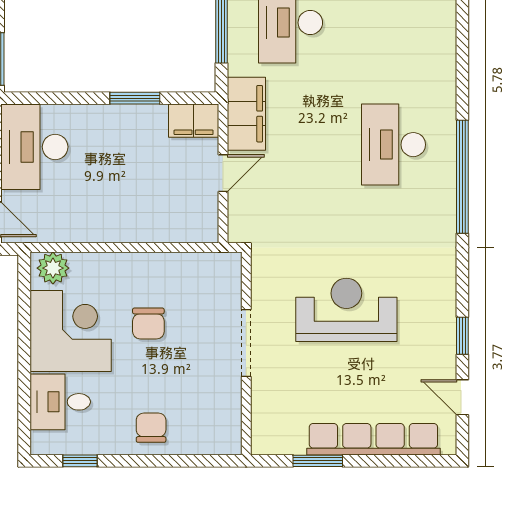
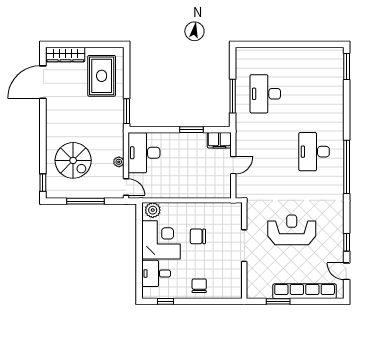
filing cabinet: (246, 114) -> (244, 137), removed
chair: (148, 323) -> (198, 236), turned 90

